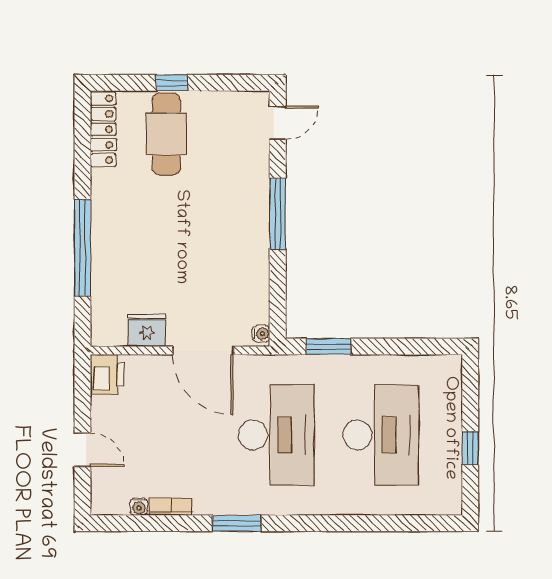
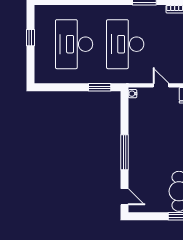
door: (278, 123) -> (125, 197), swing flipped
door: (203, 351) -> (161, 85), width x0.53

